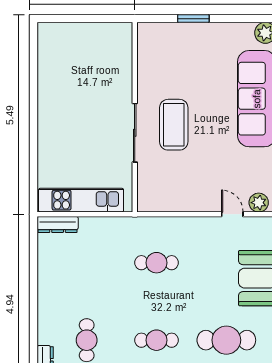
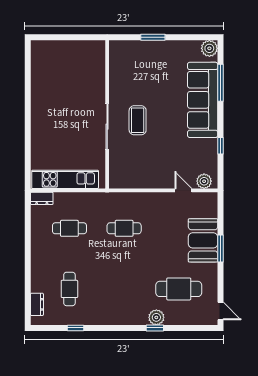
coffee table: (174, 125) -> (138, 120), width x0.73, depth x0.76
dresser: (58, 224) -> (42, 198), width x0.70
cafe table: (156, 340) -> (69, 228), moved

